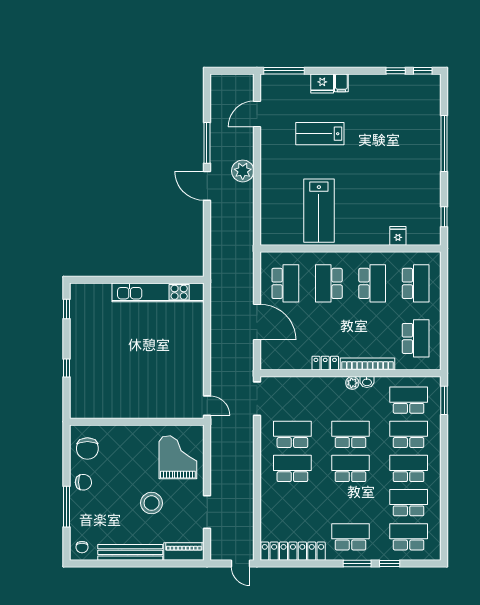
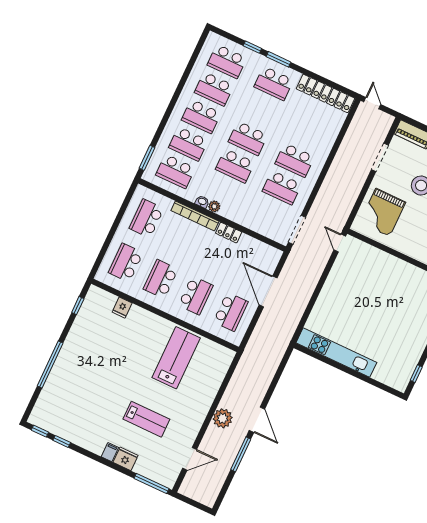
school desk: (285, 283) -> (231, 312), turned 180

